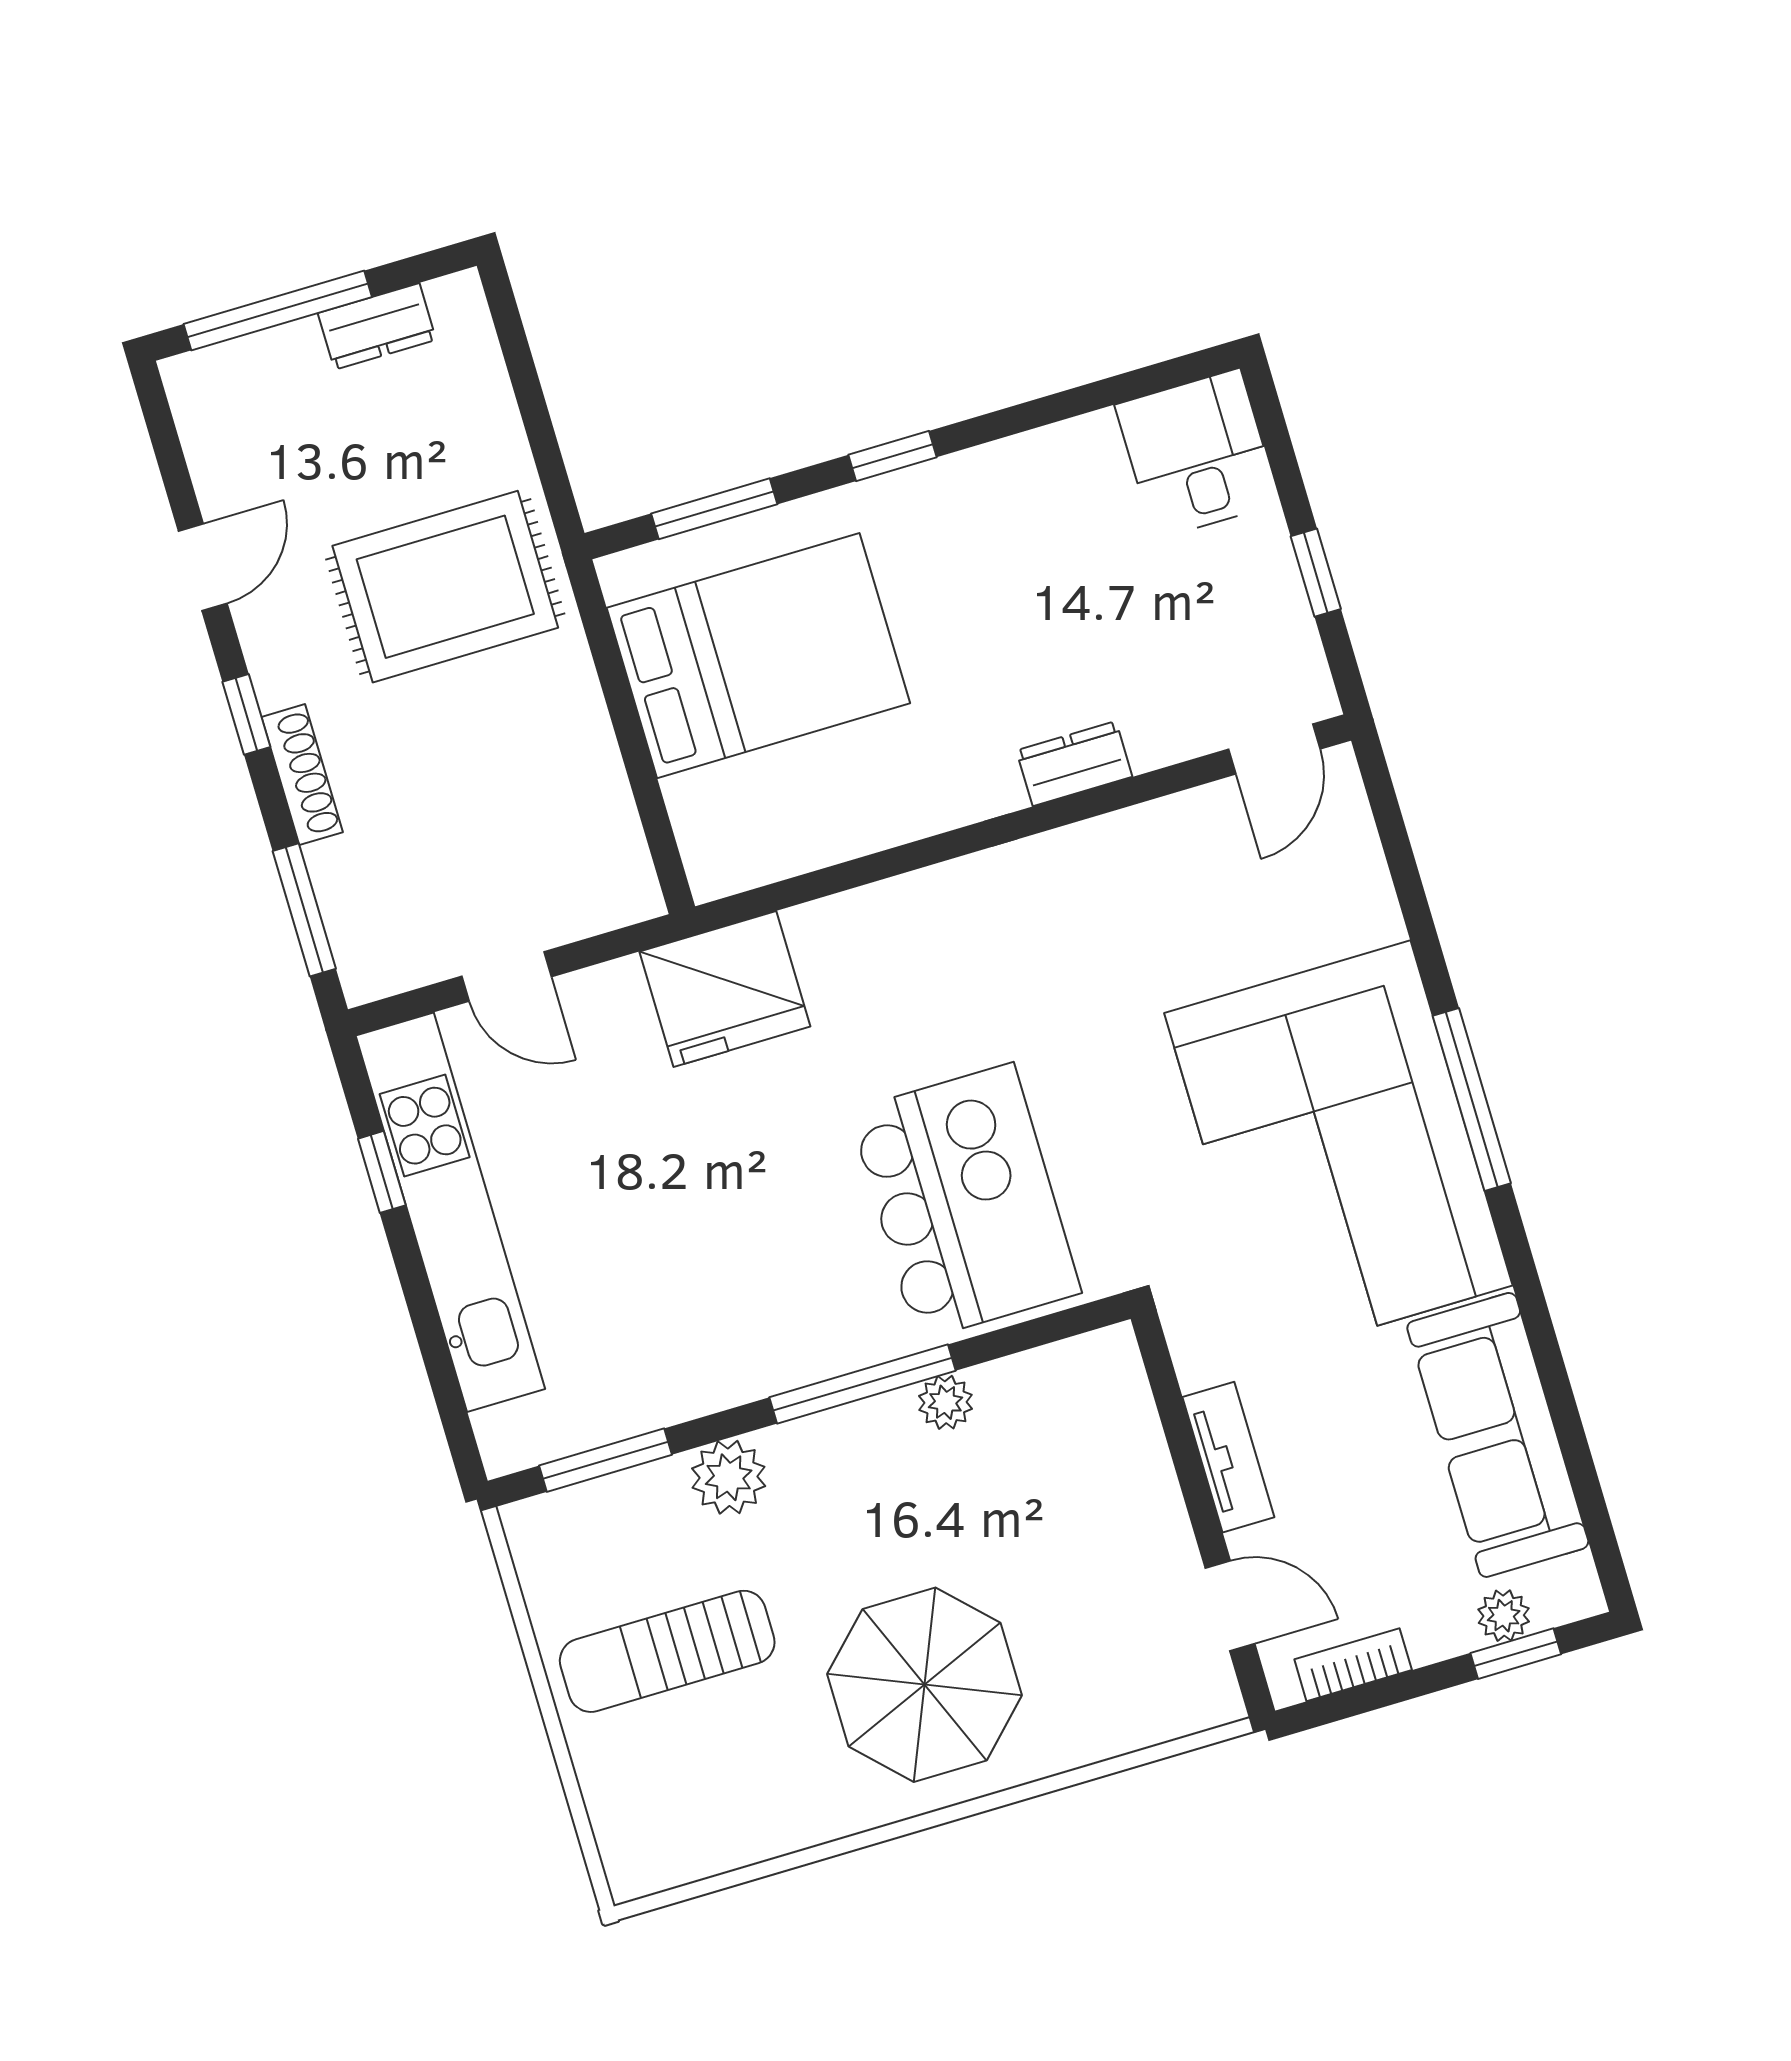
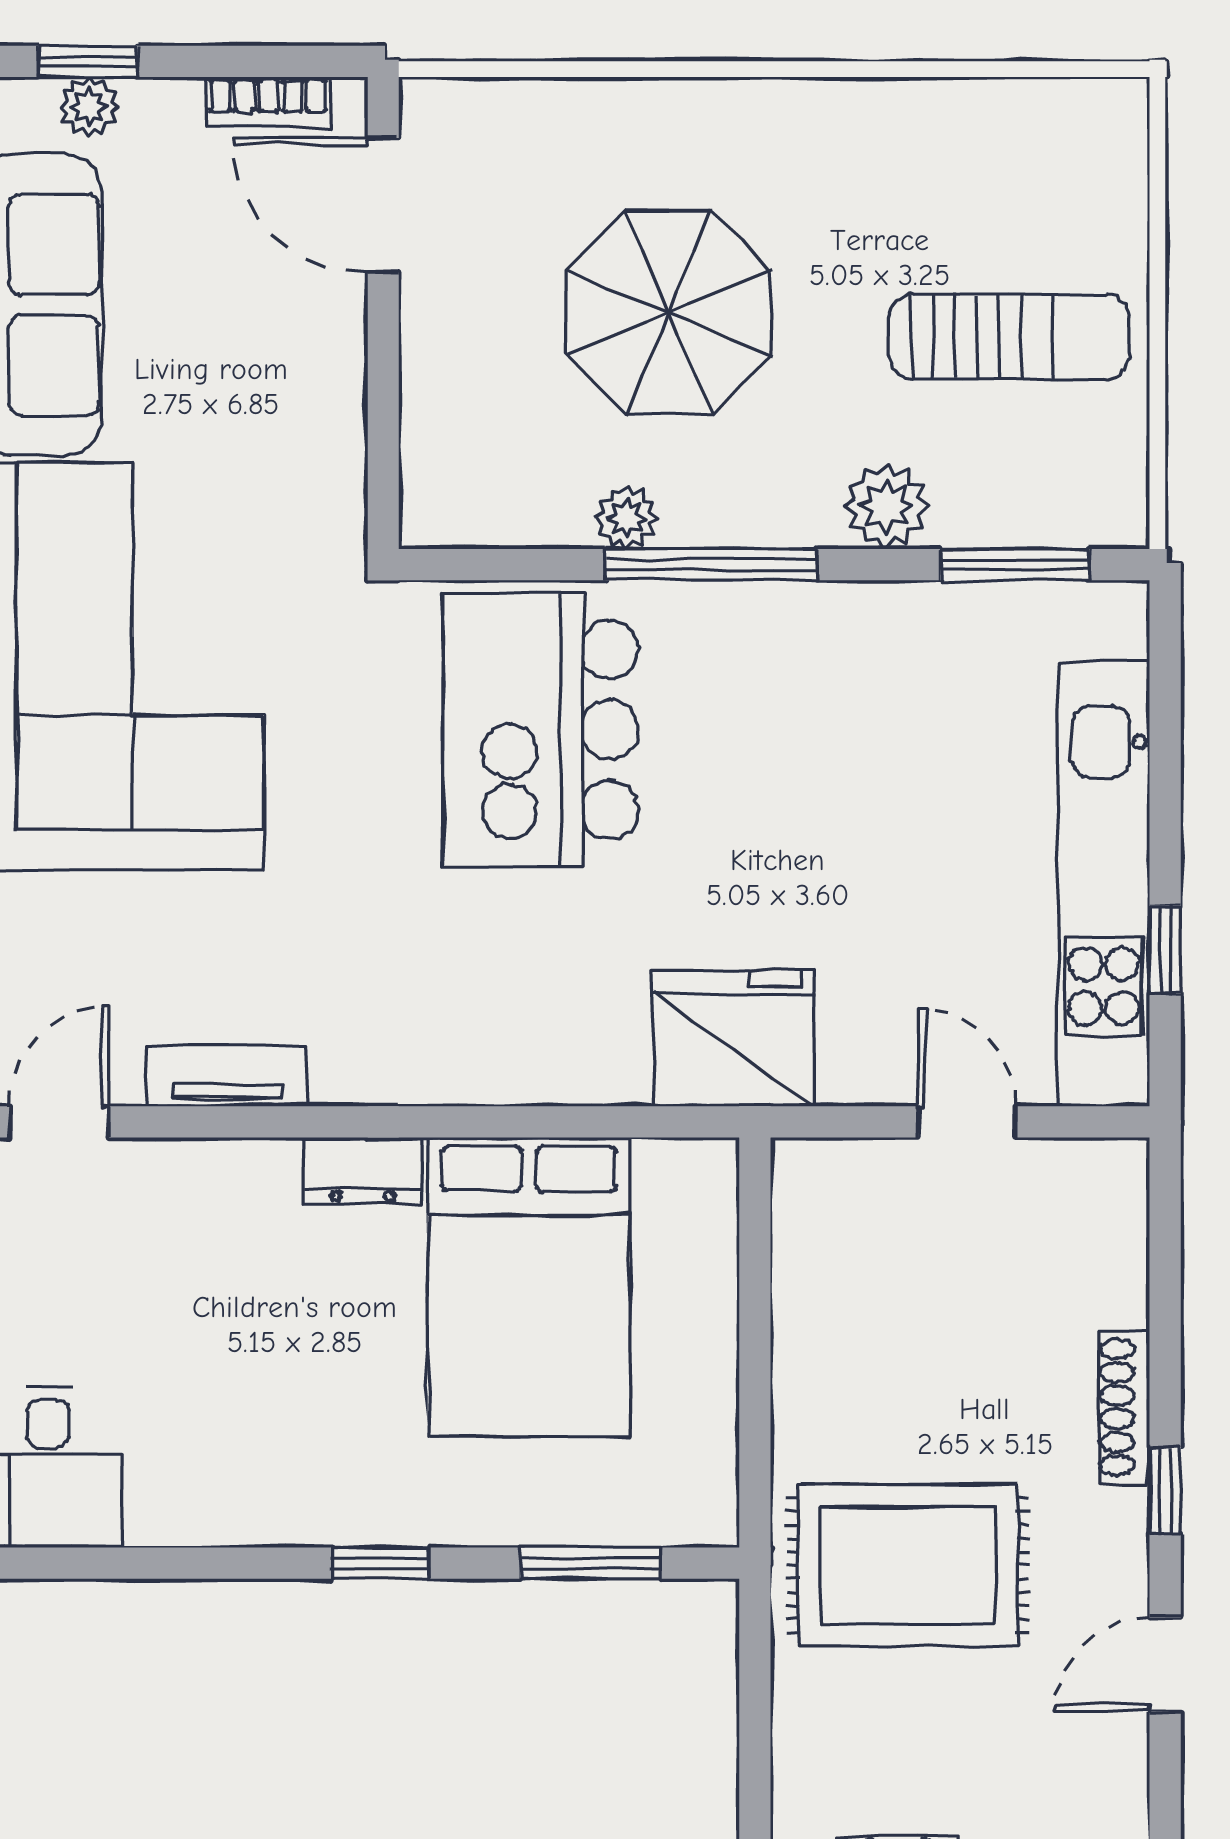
bed: (758, 656) -> (529, 1287), moved, turned -90
dresser: (1074, 764) -> (363, 1171), moved
window: (304, 910) -> (1165, 1259), removed
tv unit: (1228, 1457) -> (228, 1076), moved, turned 90
door: (1230, 1606) -> (383, 205), width x1.38
parasol: (925, 1685) -> (669, 313), moved

